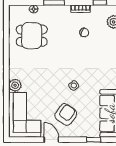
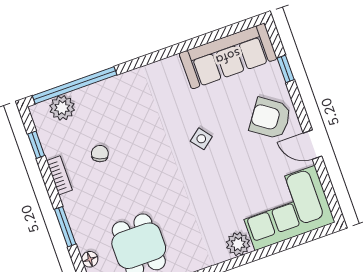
armchair: (66, 115) -> (270, 118), moved
door: (51, 140) -> (312, 145), hinge flipped

